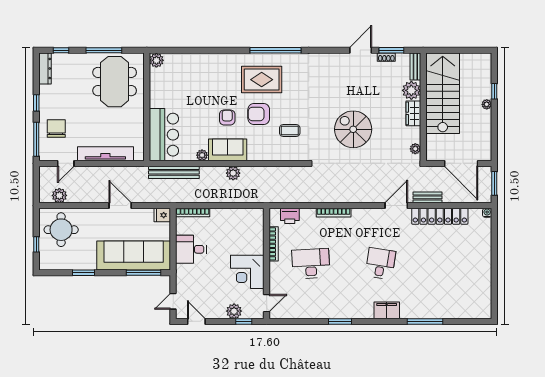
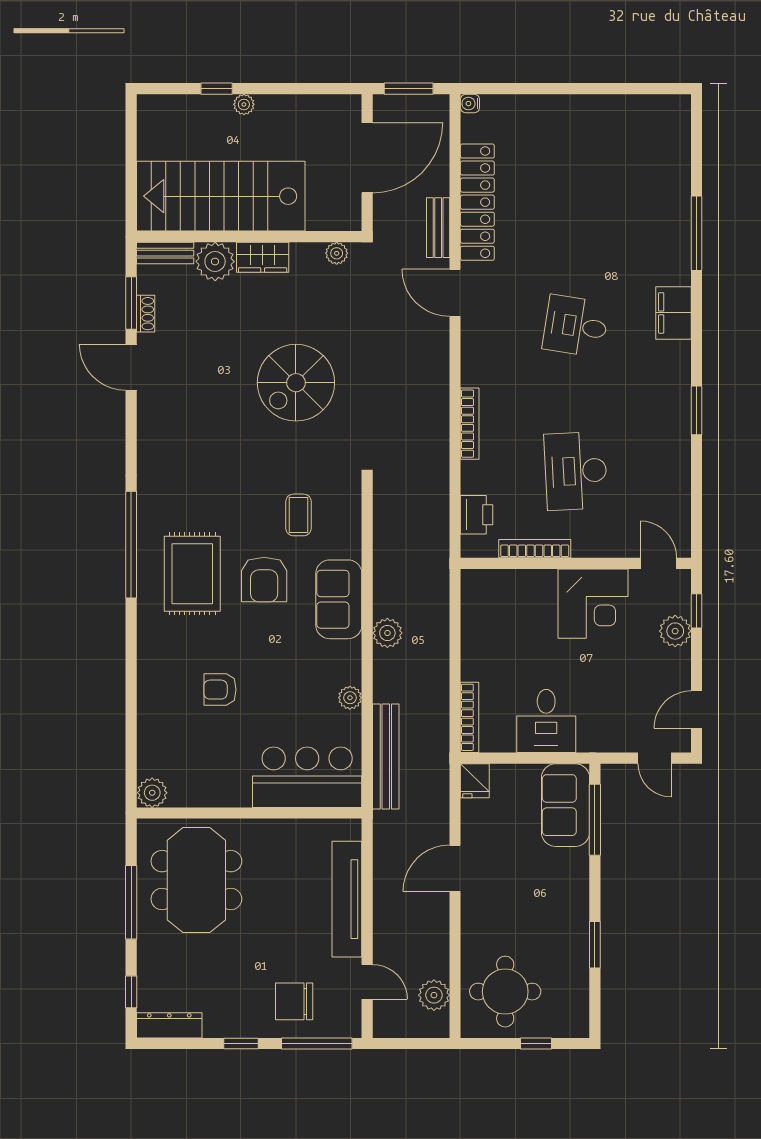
meeting table: (115, 82) -> (196, 880), turned 90
armchair: (227, 117) -> (220, 690), moved
sofa: (228, 150) -> (339, 599), moved
sofa: (134, 255) -> (566, 805), width x0.54, depth x0.79

